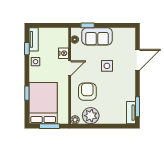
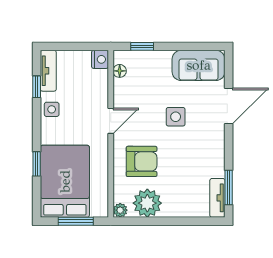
sofa: (97, 36) -> (199, 65), moved
nightstand: (63, 53) -> (100, 59), moved
armchair: (87, 92) -> (142, 161), turned 90

